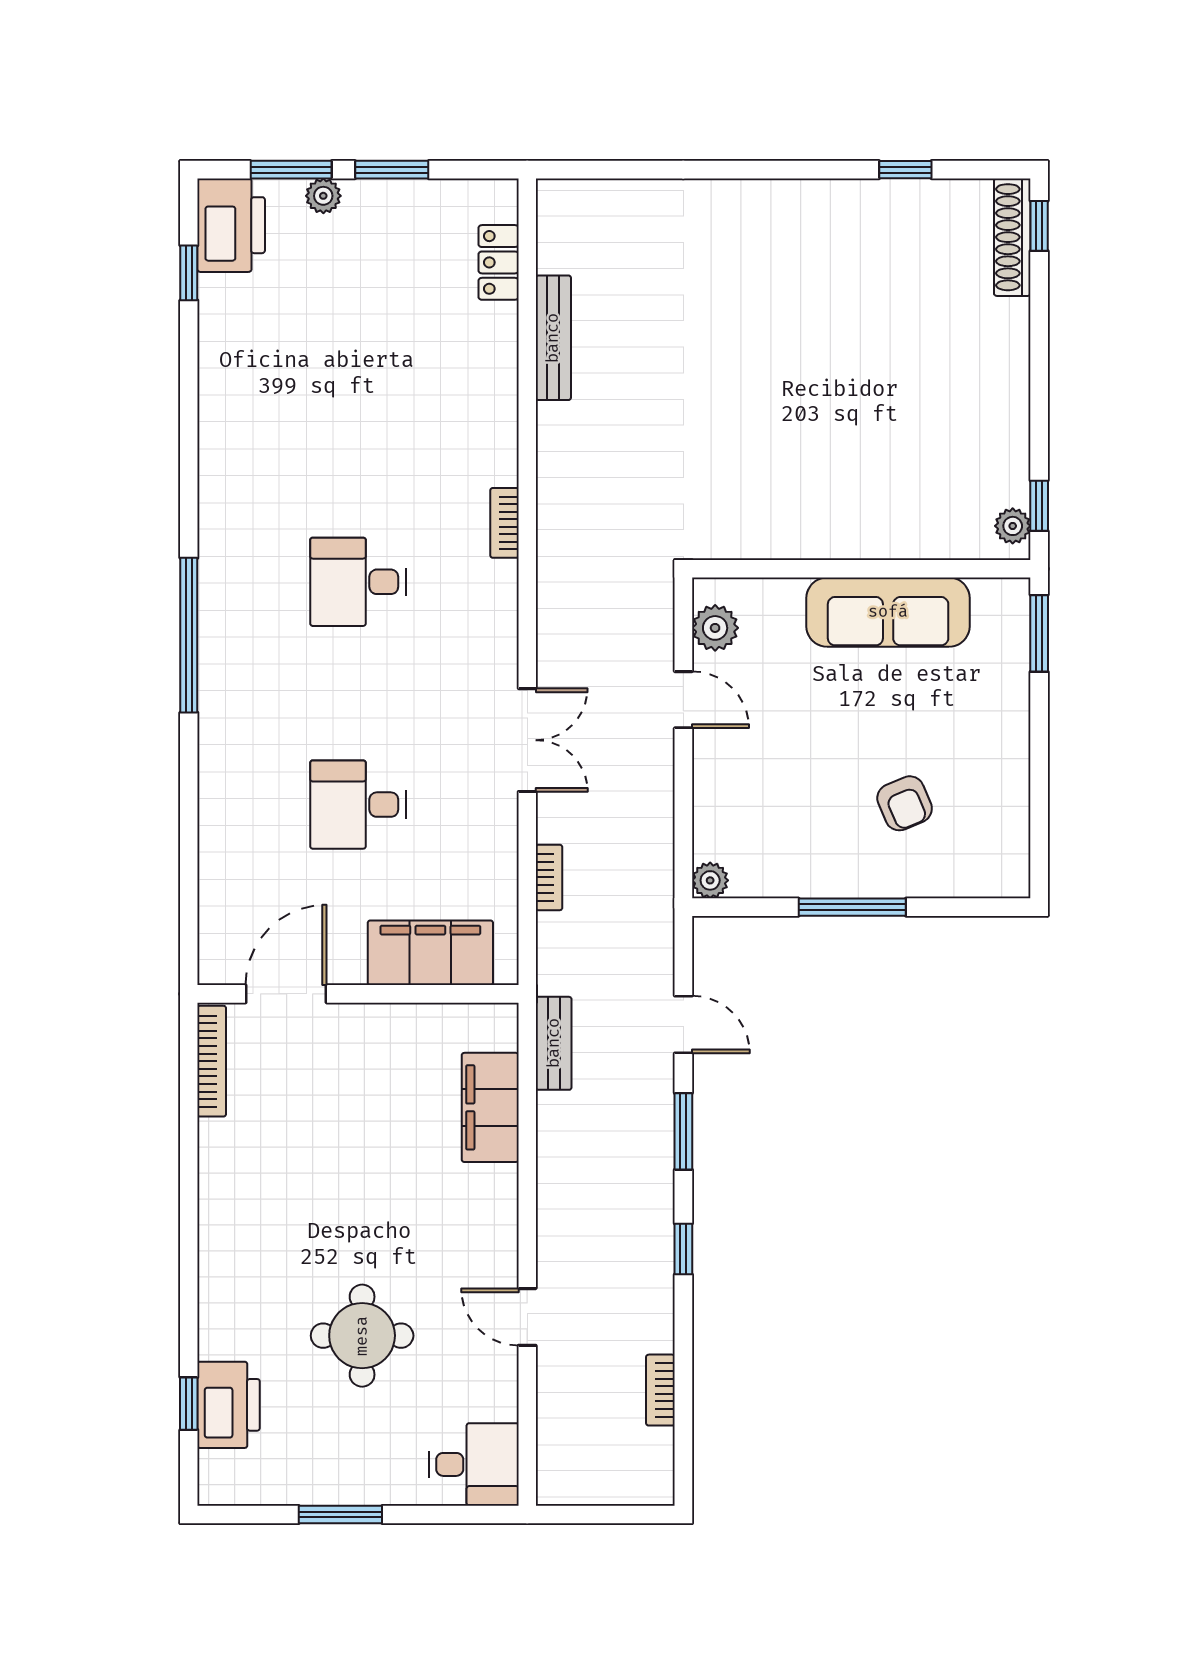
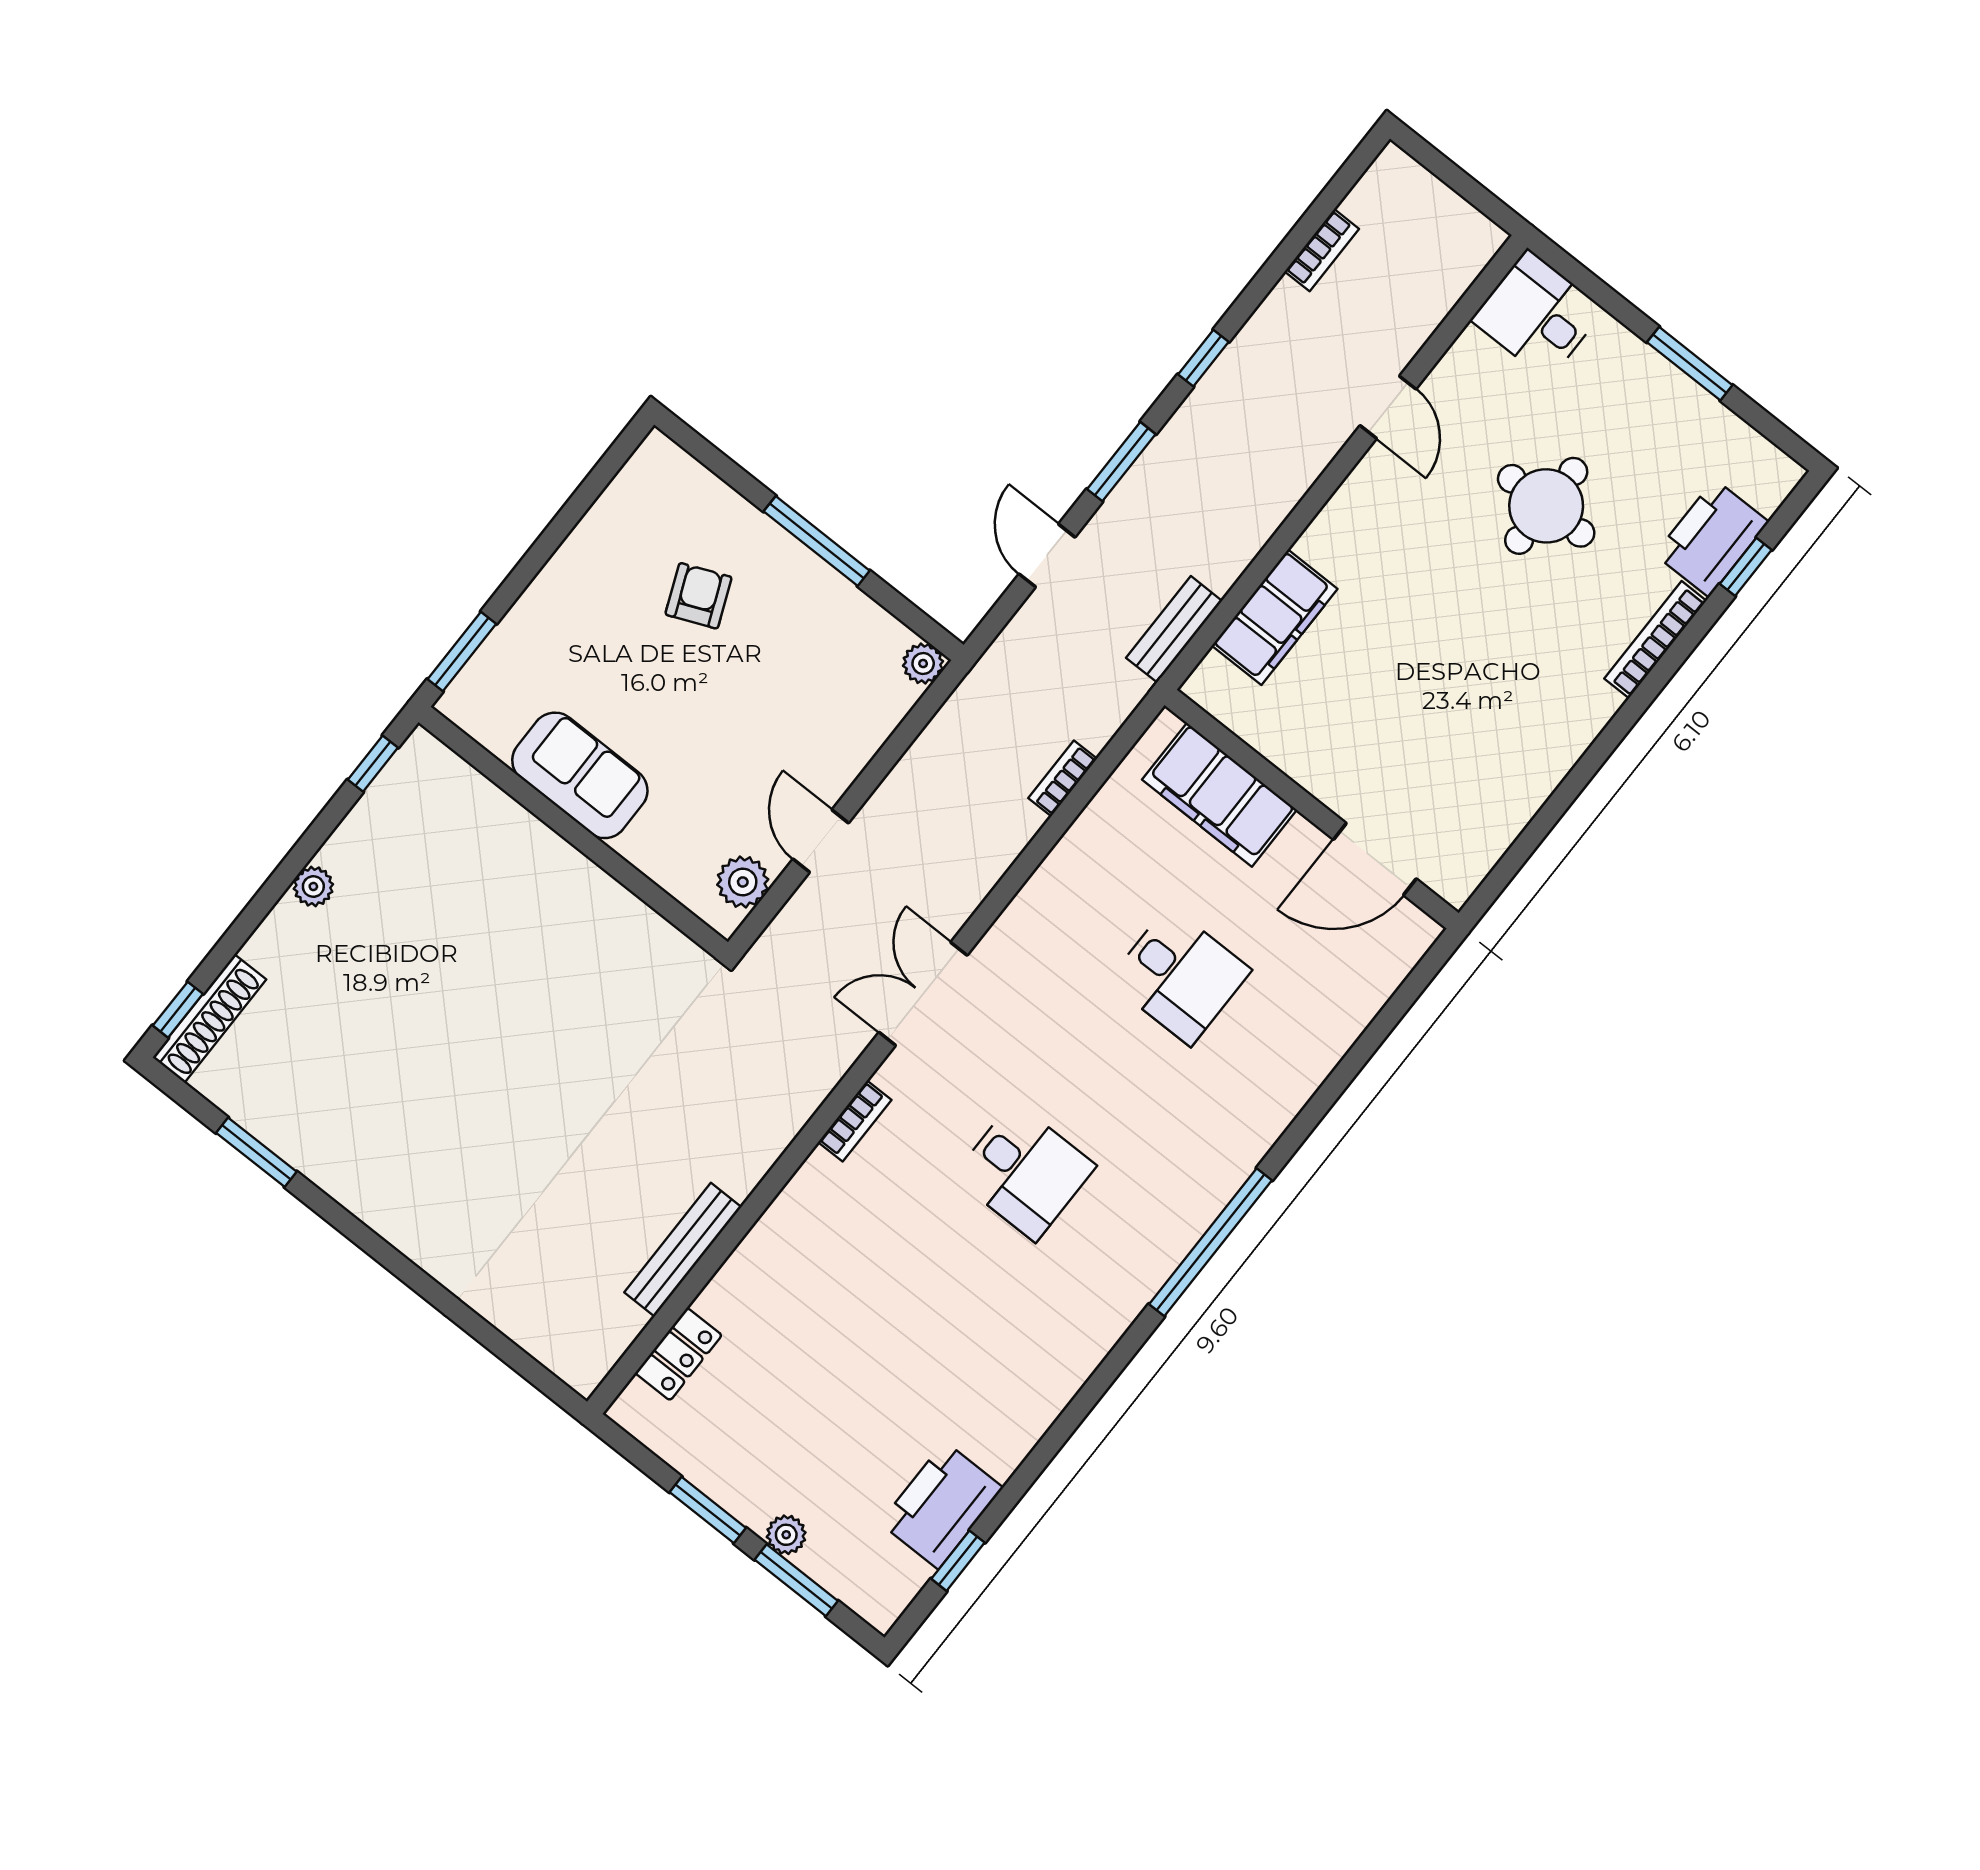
window: (905, 170) -> (256, 1152), width x1.50
printer: (231, 225) -> (941, 1505), moved
plant: (1013, 526) -> (313, 887), moved
sofa: (888, 612) -> (580, 775), width x0.73
double door: (527, 740) -> (923, 994), moved
bookcase: (212, 1061) -> (1655, 640), moved

